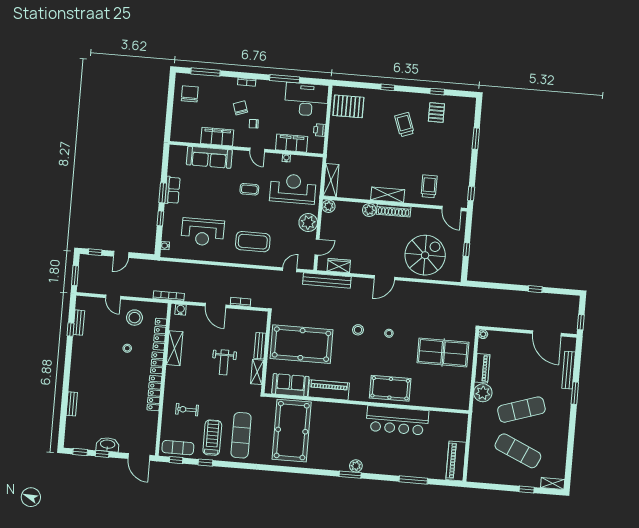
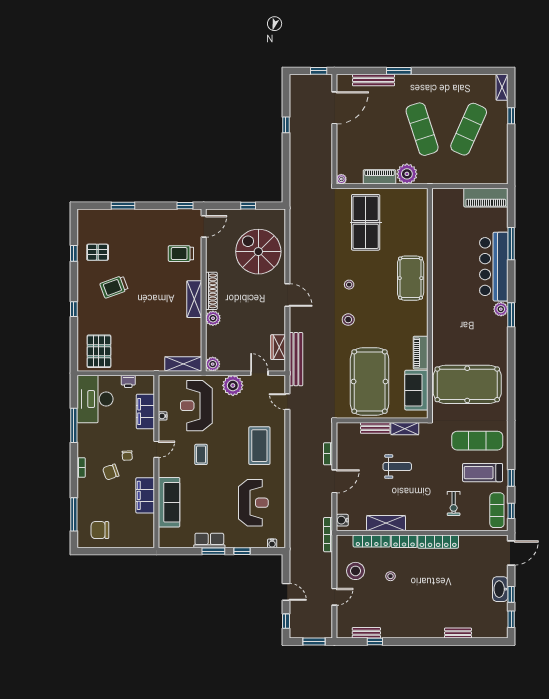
piano: (329, 390) -> (421, 353), width x0.73, depth x0.75
bar counter: (397, 420) -> (494, 267), moved, turned 180

